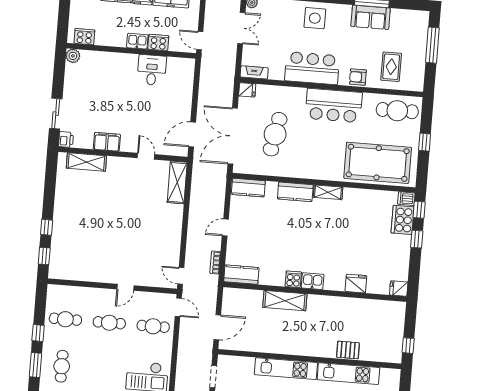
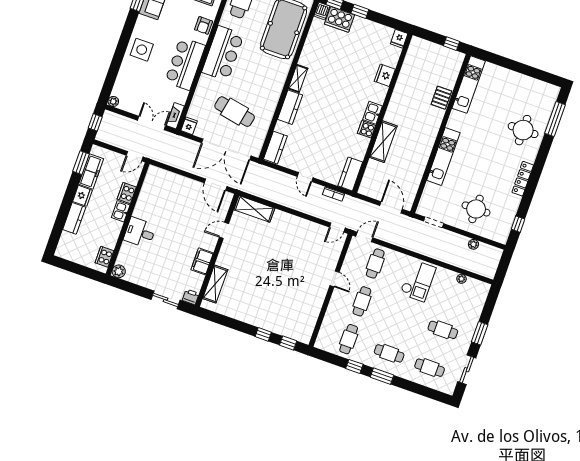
double door: (241, 28) -> (152, 123), moved
desk: (152, 70) -> (140, 232), moved
kitchen unit: (348, 374) -> (469, 85), moved

